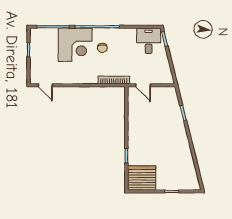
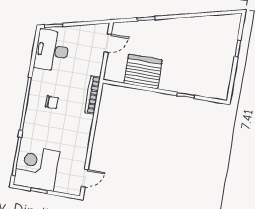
desk: (149, 41) -> (52, 51), width x1.37
corner desk: (75, 45) -> (37, 168), moved, turned -90
door: (143, 85) -> (108, 43), moved
server rack: (142, 178) -> (143, 72), moved, turned 90

